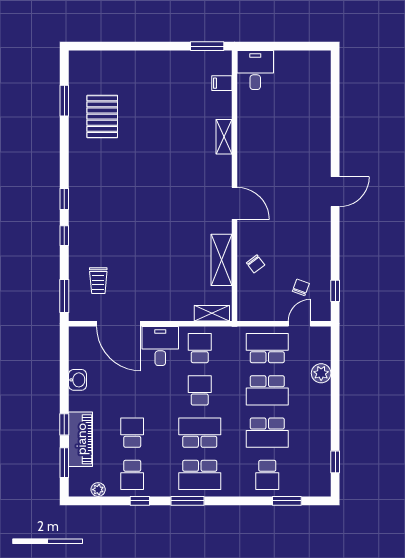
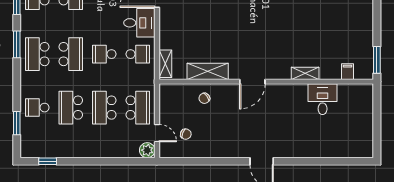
desk: (255, 70) -> (323, 99), moved, turned -90
window: (335, 291) -> (183, 161), removed
plant: (321, 373) -> (147, 150), moved
school desk: (200, 390) -> (104, 54), turned 180

